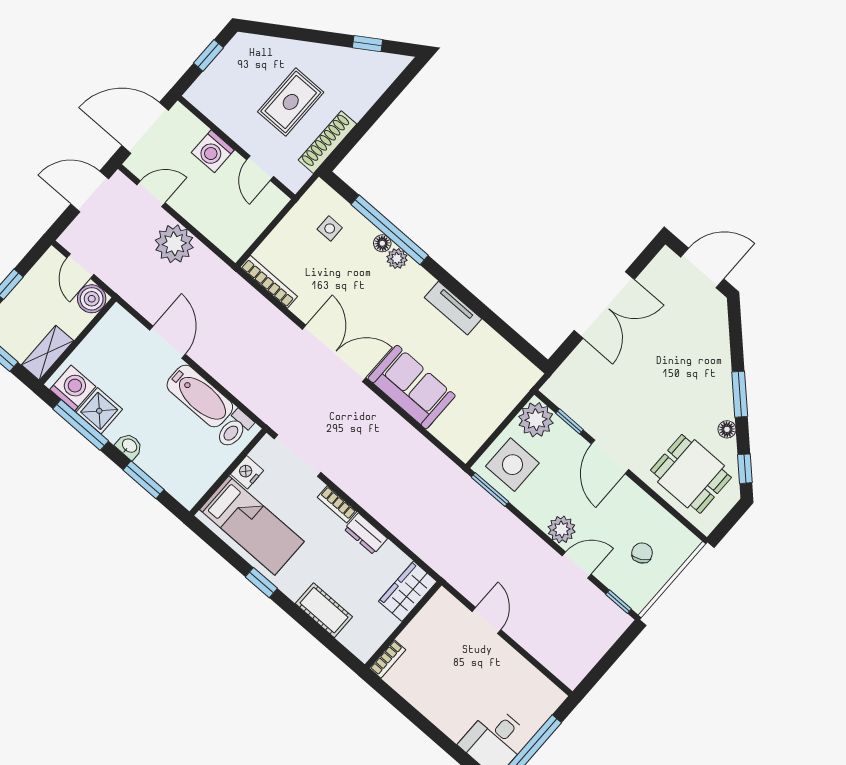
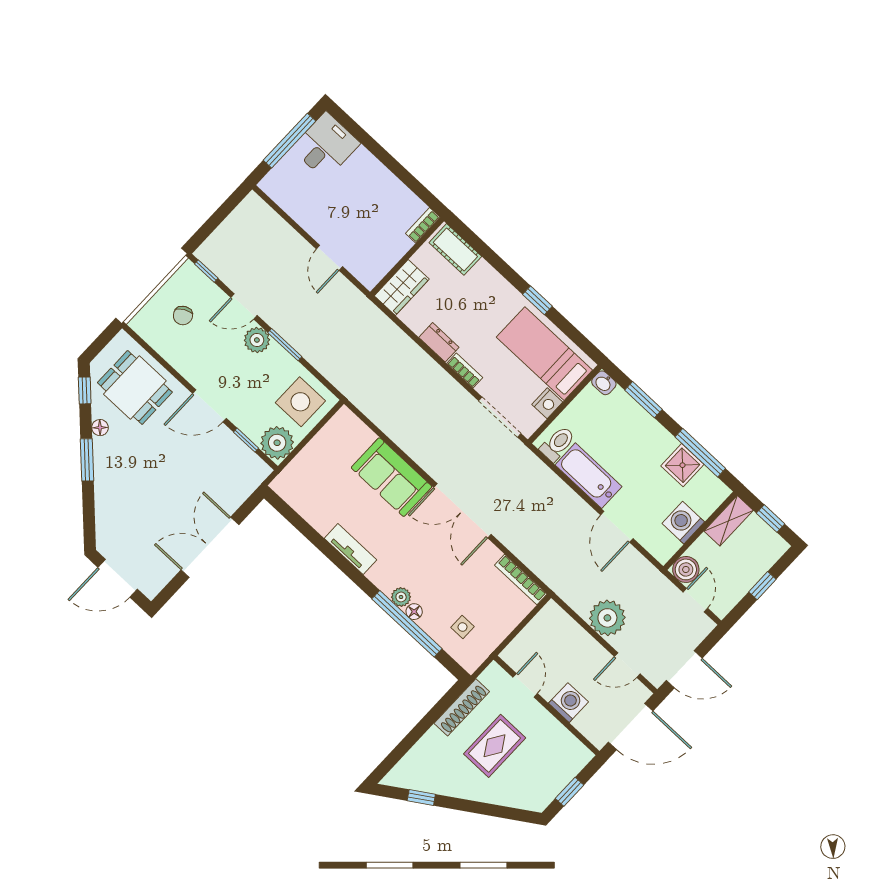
washing machine: (73, 388) -> (683, 523), moved, turned 90
washbasin: (129, 446) -> (604, 383), moved
door: (610, 457) -> (209, 406), swing flipped
window: (490, 489) -> (285, 345), moved
cot: (324, 610) -> (455, 249), moved

